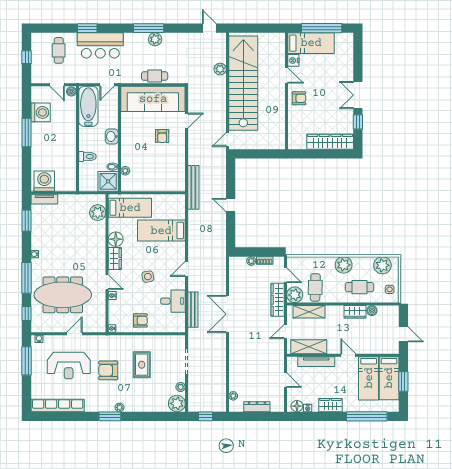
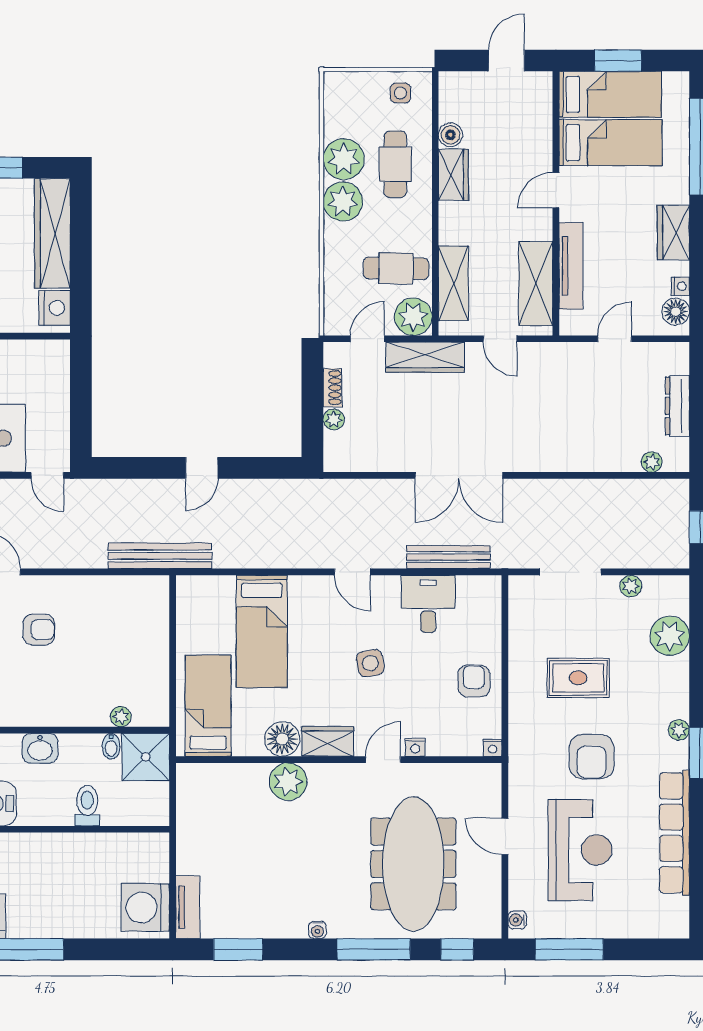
nightstand: (299, 143) -> (55, 308), added
plant: (98, 213) -> (288, 782), moved
plant: (382, 265) -> (344, 159), moved
plant: (177, 403) -> (670, 636), moved
row of seats: (58, 406) -> (674, 833), moved

